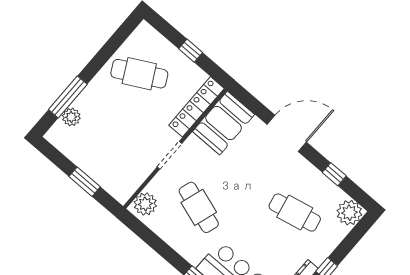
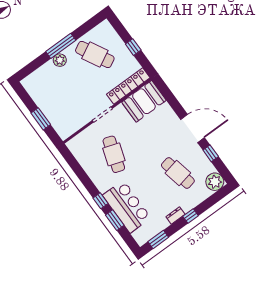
window: (68, 97) -> (61, 46), moved
plant: (71, 117) -> (60, 60), moved
door: (287, 133) -> (193, 128), moved
plant: (145, 204) -> (78, 144), removed

